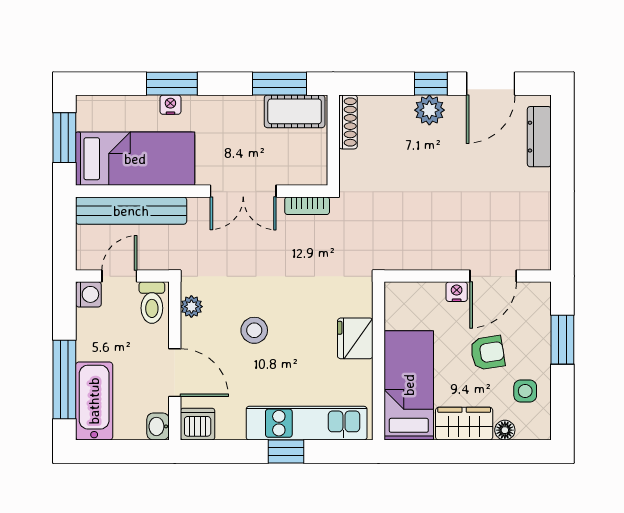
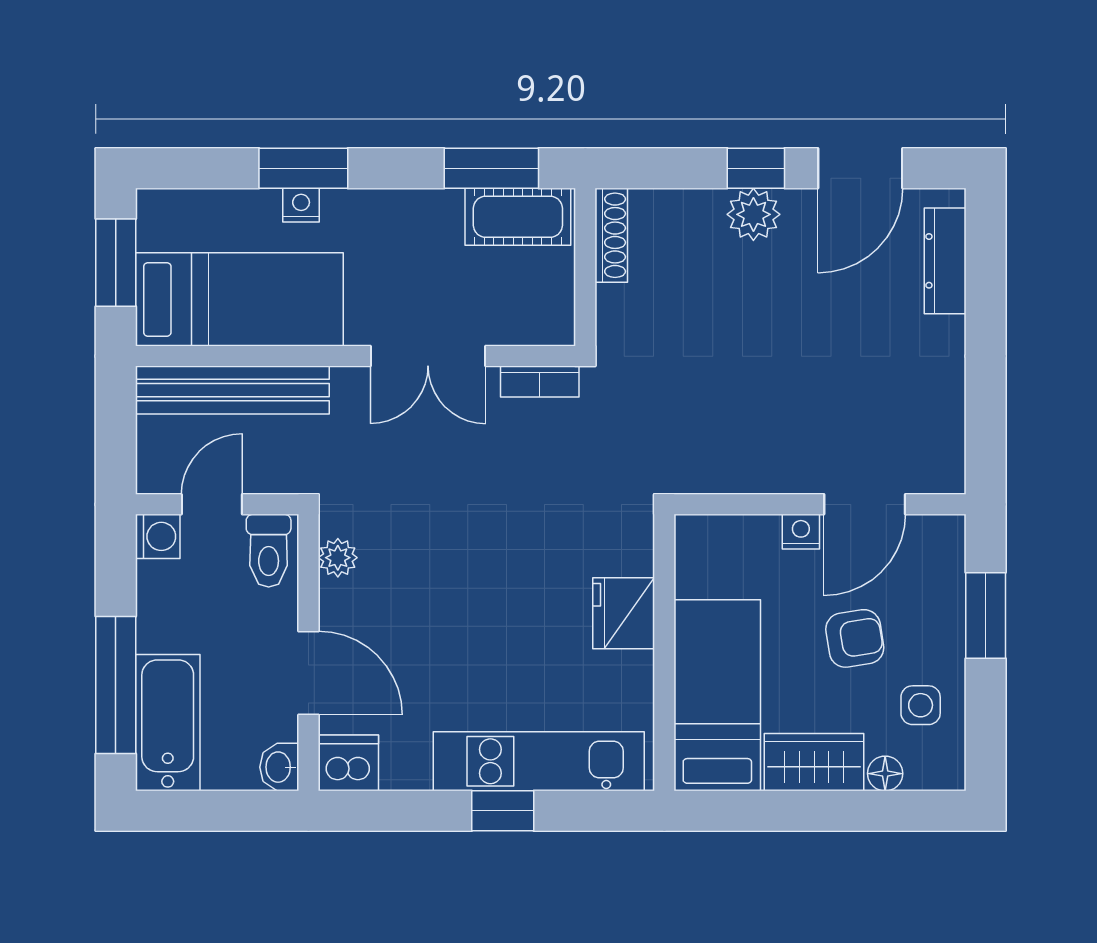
stool: (254, 330) -> (447, 599), removed

